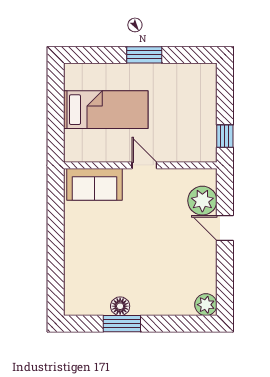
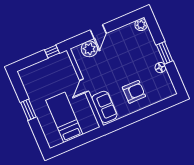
armchair: (99, 244) -> (134, 92), added
window: (122, 324) -> (165, 53), moved

